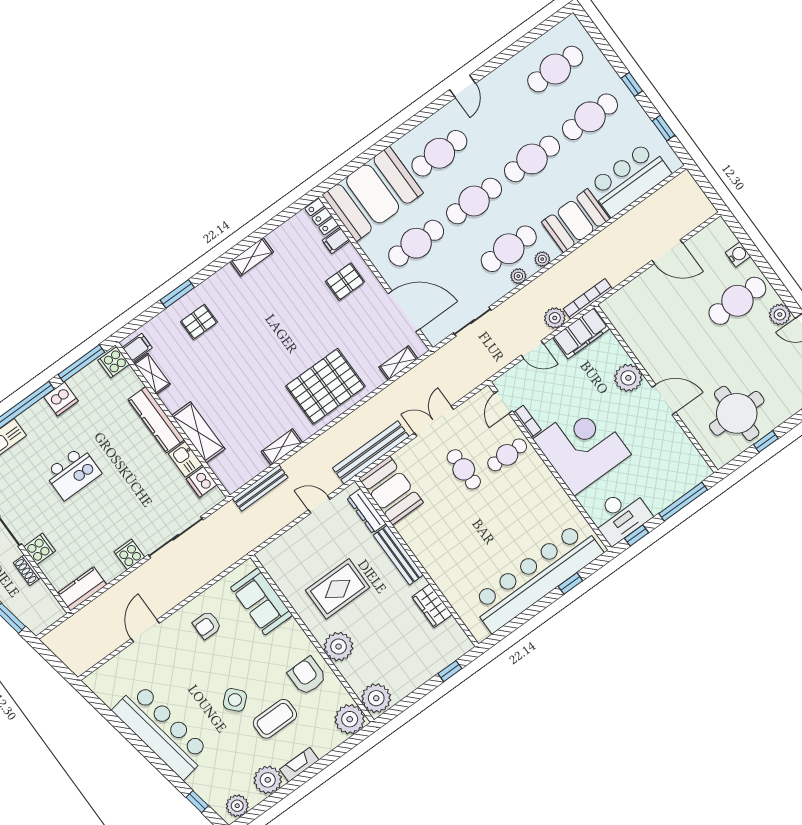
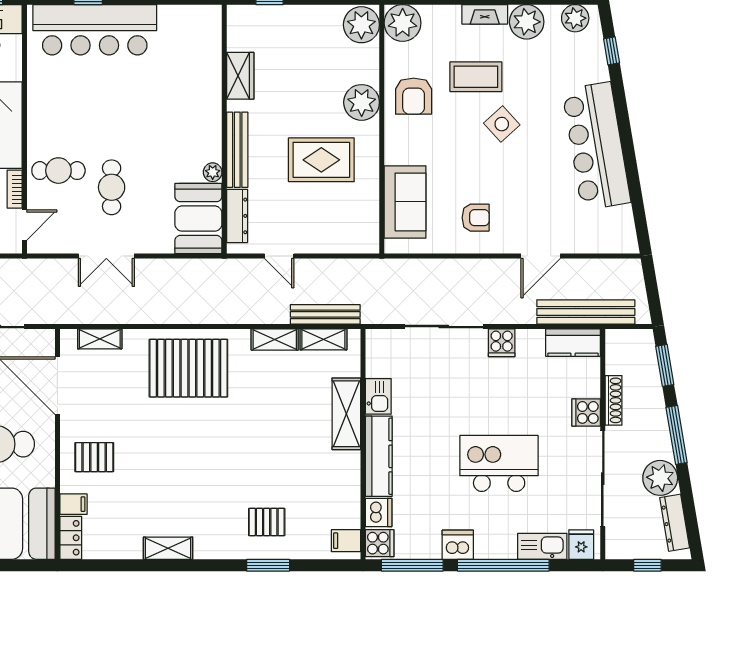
shelving: (152, 374) -> (323, 339), moved, turned 90
bench: (371, 452) -> (586, 312), moved
kitchen island: (73, 473) -> (499, 463), width x1.37, depth x1.28
dishwasher: (202, 482) -> (379, 512), moved
plant: (404, 528) -> (213, 172), added
shoe rack: (27, 570) -> (614, 400), width x1.43
bar counter: (536, 577) -> (95, 30), width x0.73

